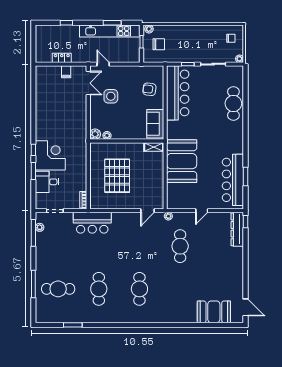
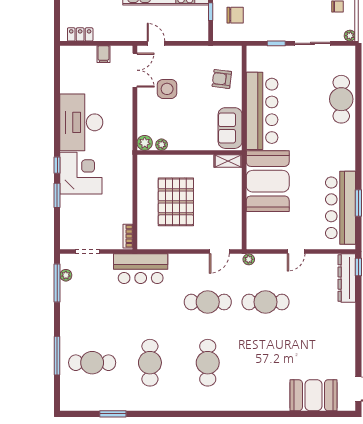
locker: (62, 58) -> (80, 34), moved
bar counter: (178, 93) -> (262, 111), moved
desk: (47, 182) -> (81, 122), moved, width x1.87, depth x1.30
cafe table: (139, 246) -> (208, 302), added
cafe table: (180, 246) -> (266, 302), turned 90

